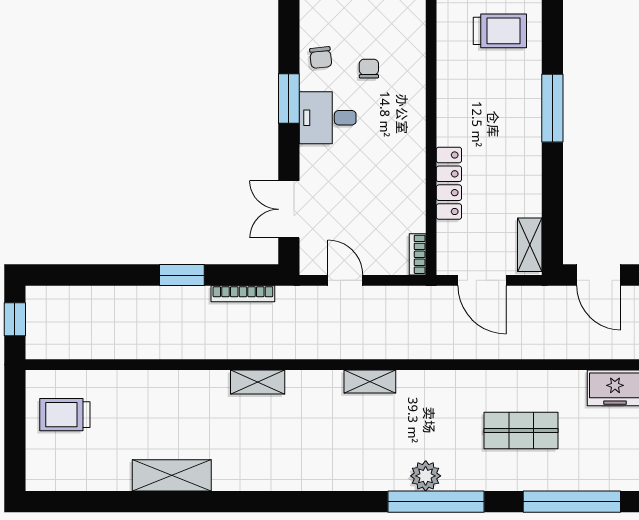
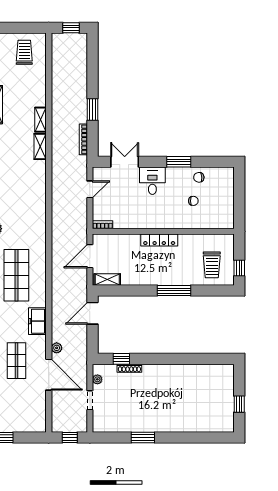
desk: (328, 118) -> (152, 181), moved
locker: (449, 183) -> (159, 240), moved
shelving: (370, 382) -> (40, 120), moved
shop shelf: (521, 431) -> (16, 275), width x1.43, depth x1.36

